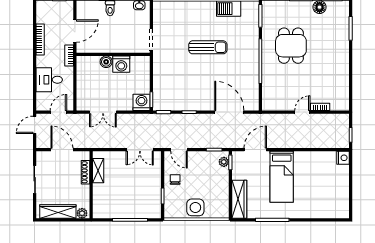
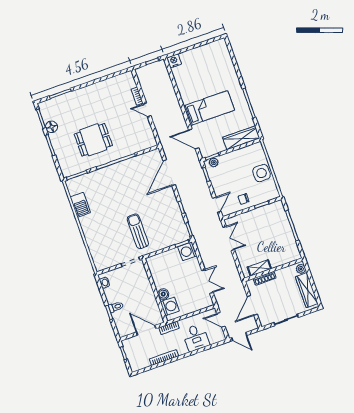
sun lounger: (208, 47) -> (138, 231), moved
washing machine: (121, 64) -> (170, 306), moved

